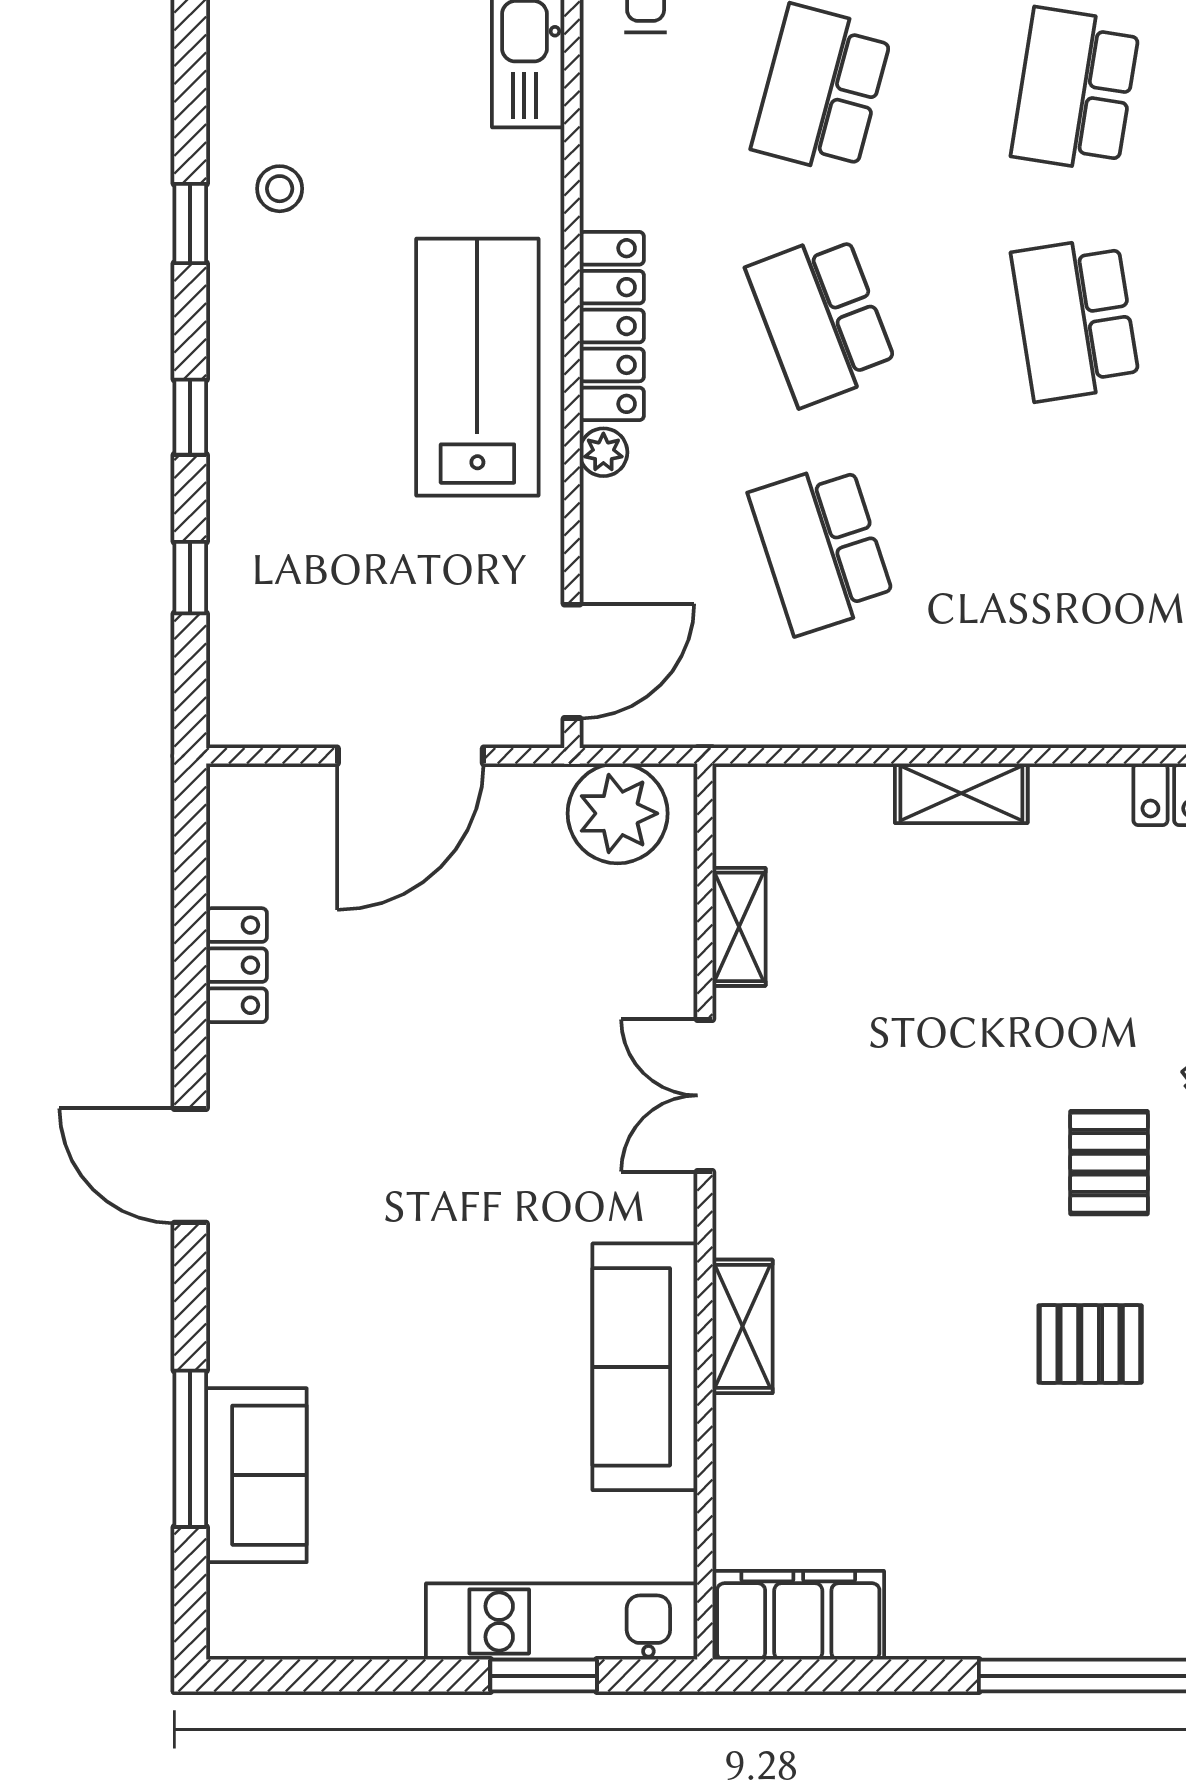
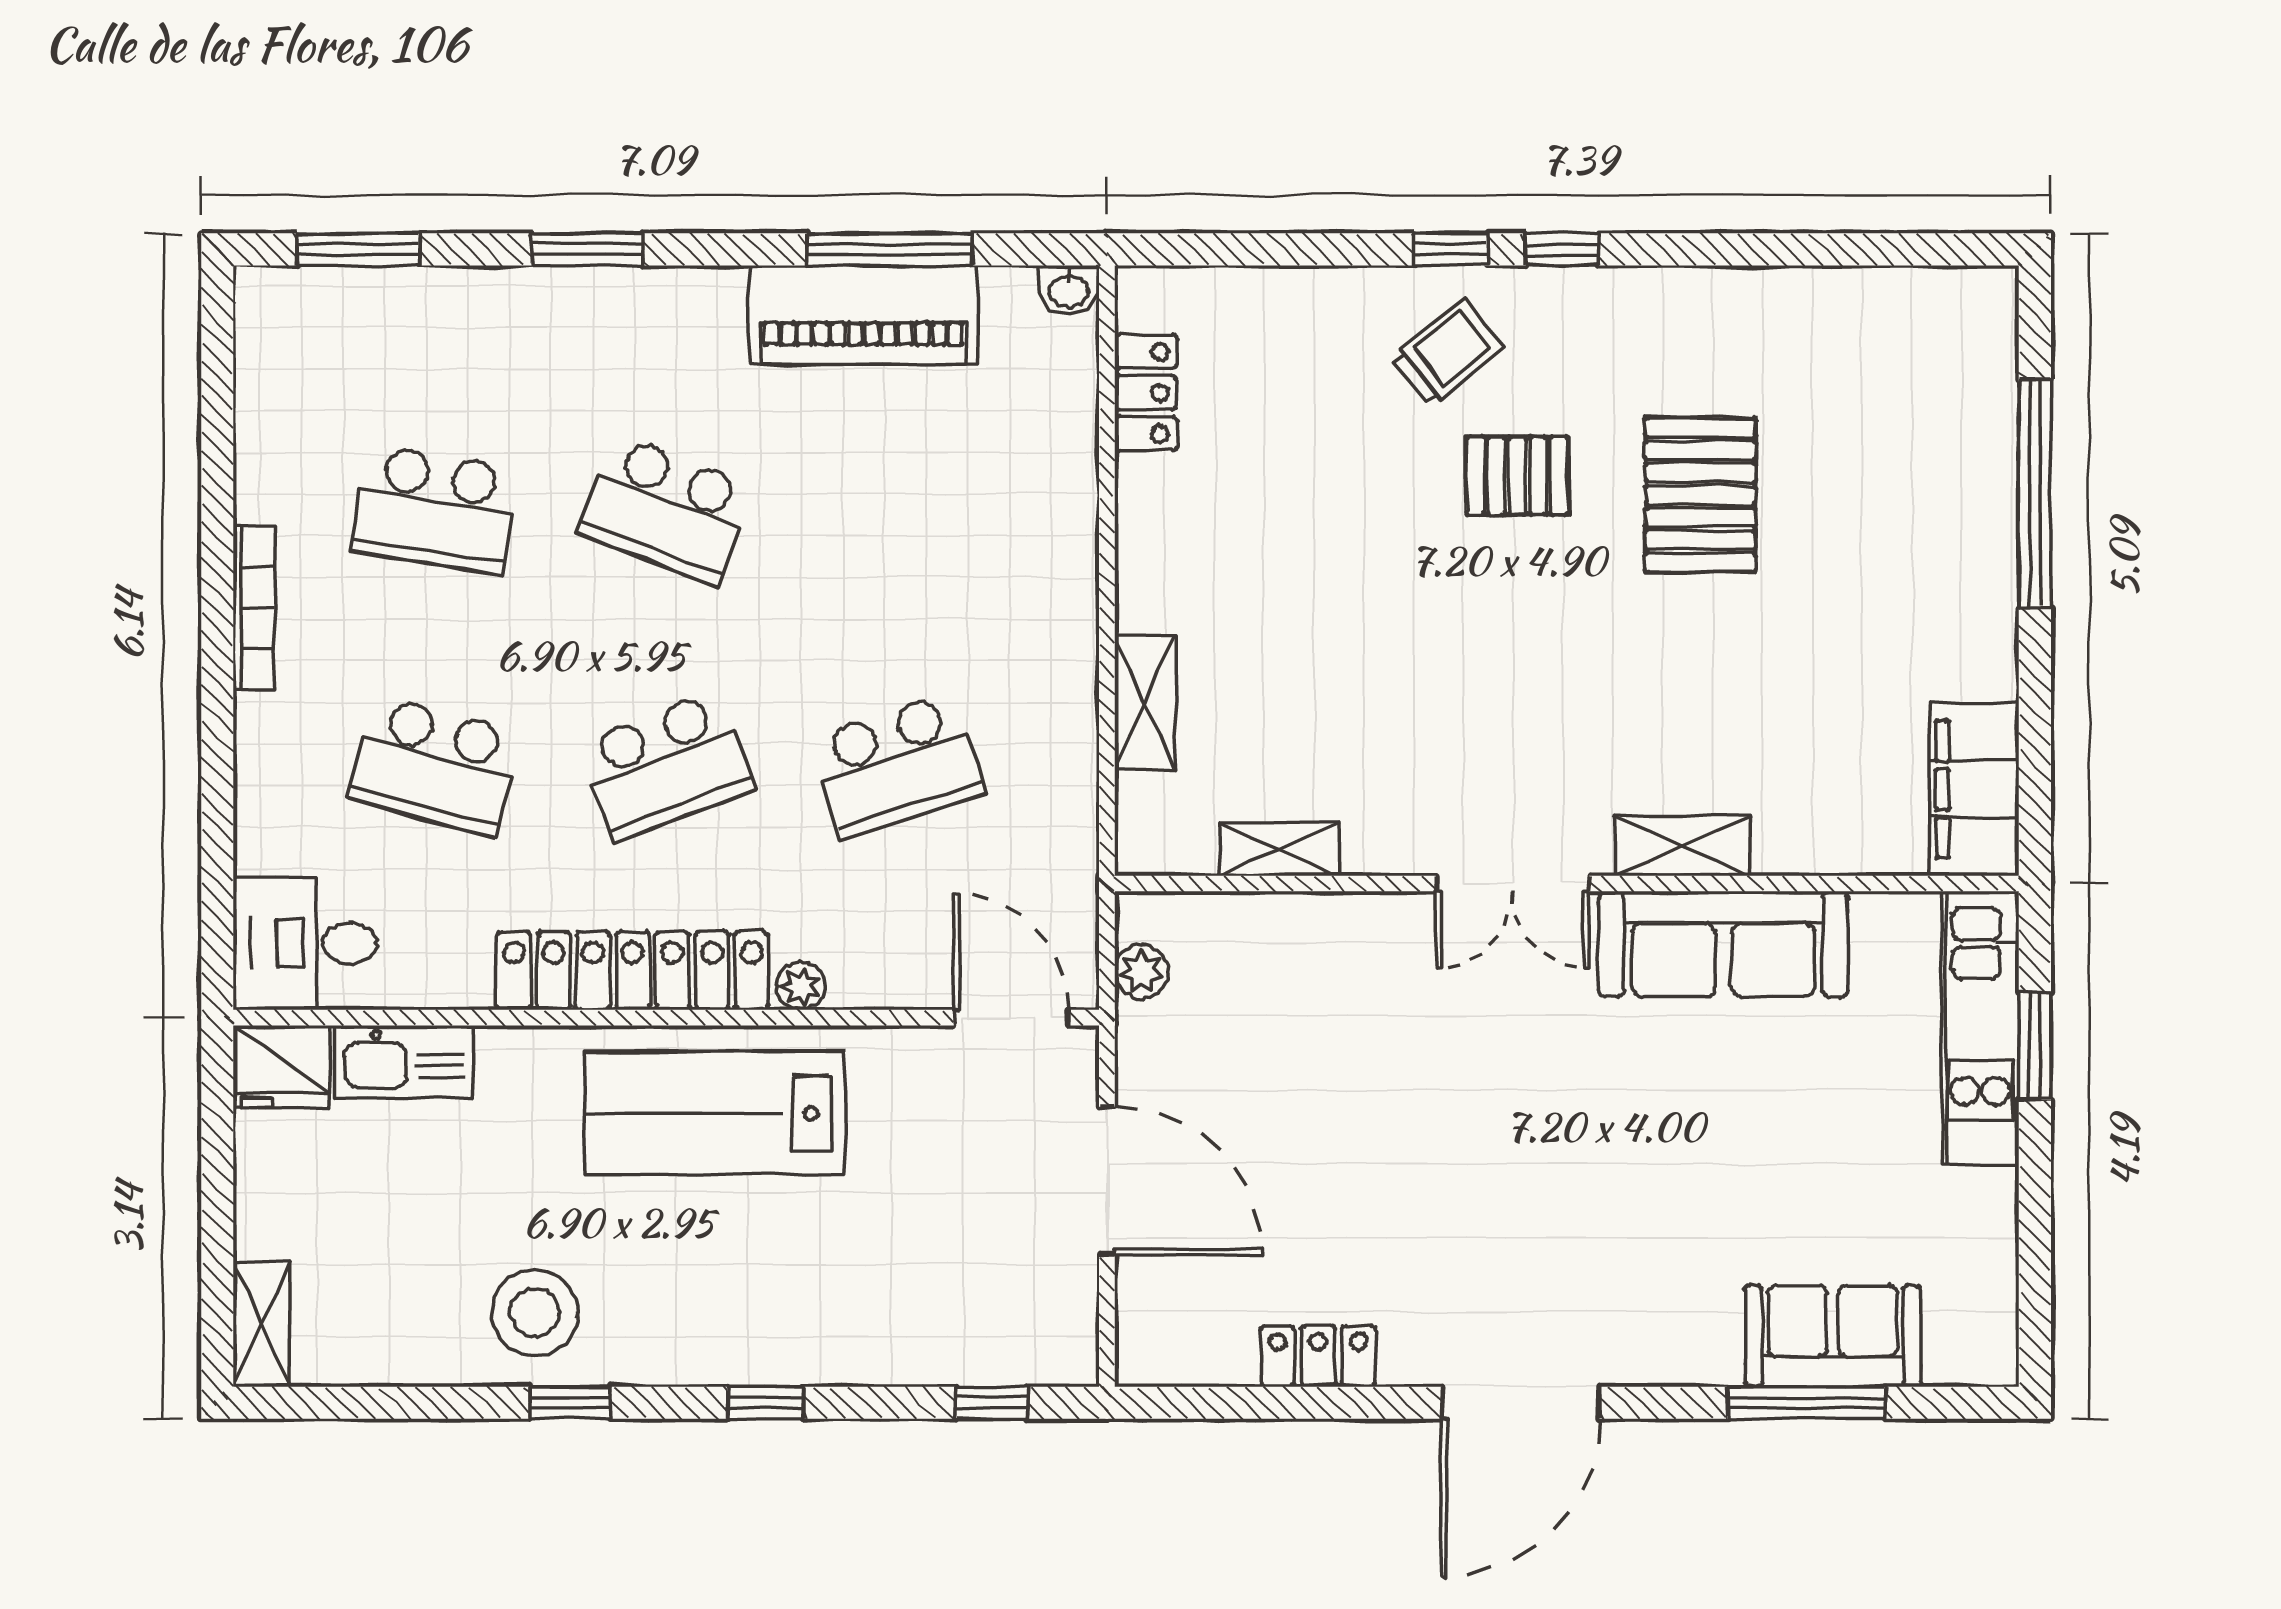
stool: (280, 189) -> (535, 1313), width x1.89, depth x1.89
school desk: (1075, 319) -> (666, 510), turned 30
locker: (612, 326) -> (633, 971), width x1.41, depth x1.21
window: (190, 578) -> (992, 1403), moved
shelving: (961, 793) -> (1145, 703), moved
plant: (618, 813) -> (1141, 972), width x0.53, depth x0.53
double door: (705, 1095) -> (1512, 884), moved
door: (190, 1166) -> (1521, 1403), width x1.36
pallet: (1090, 1344) -> (1700, 495), width x1.50, depth x1.42

